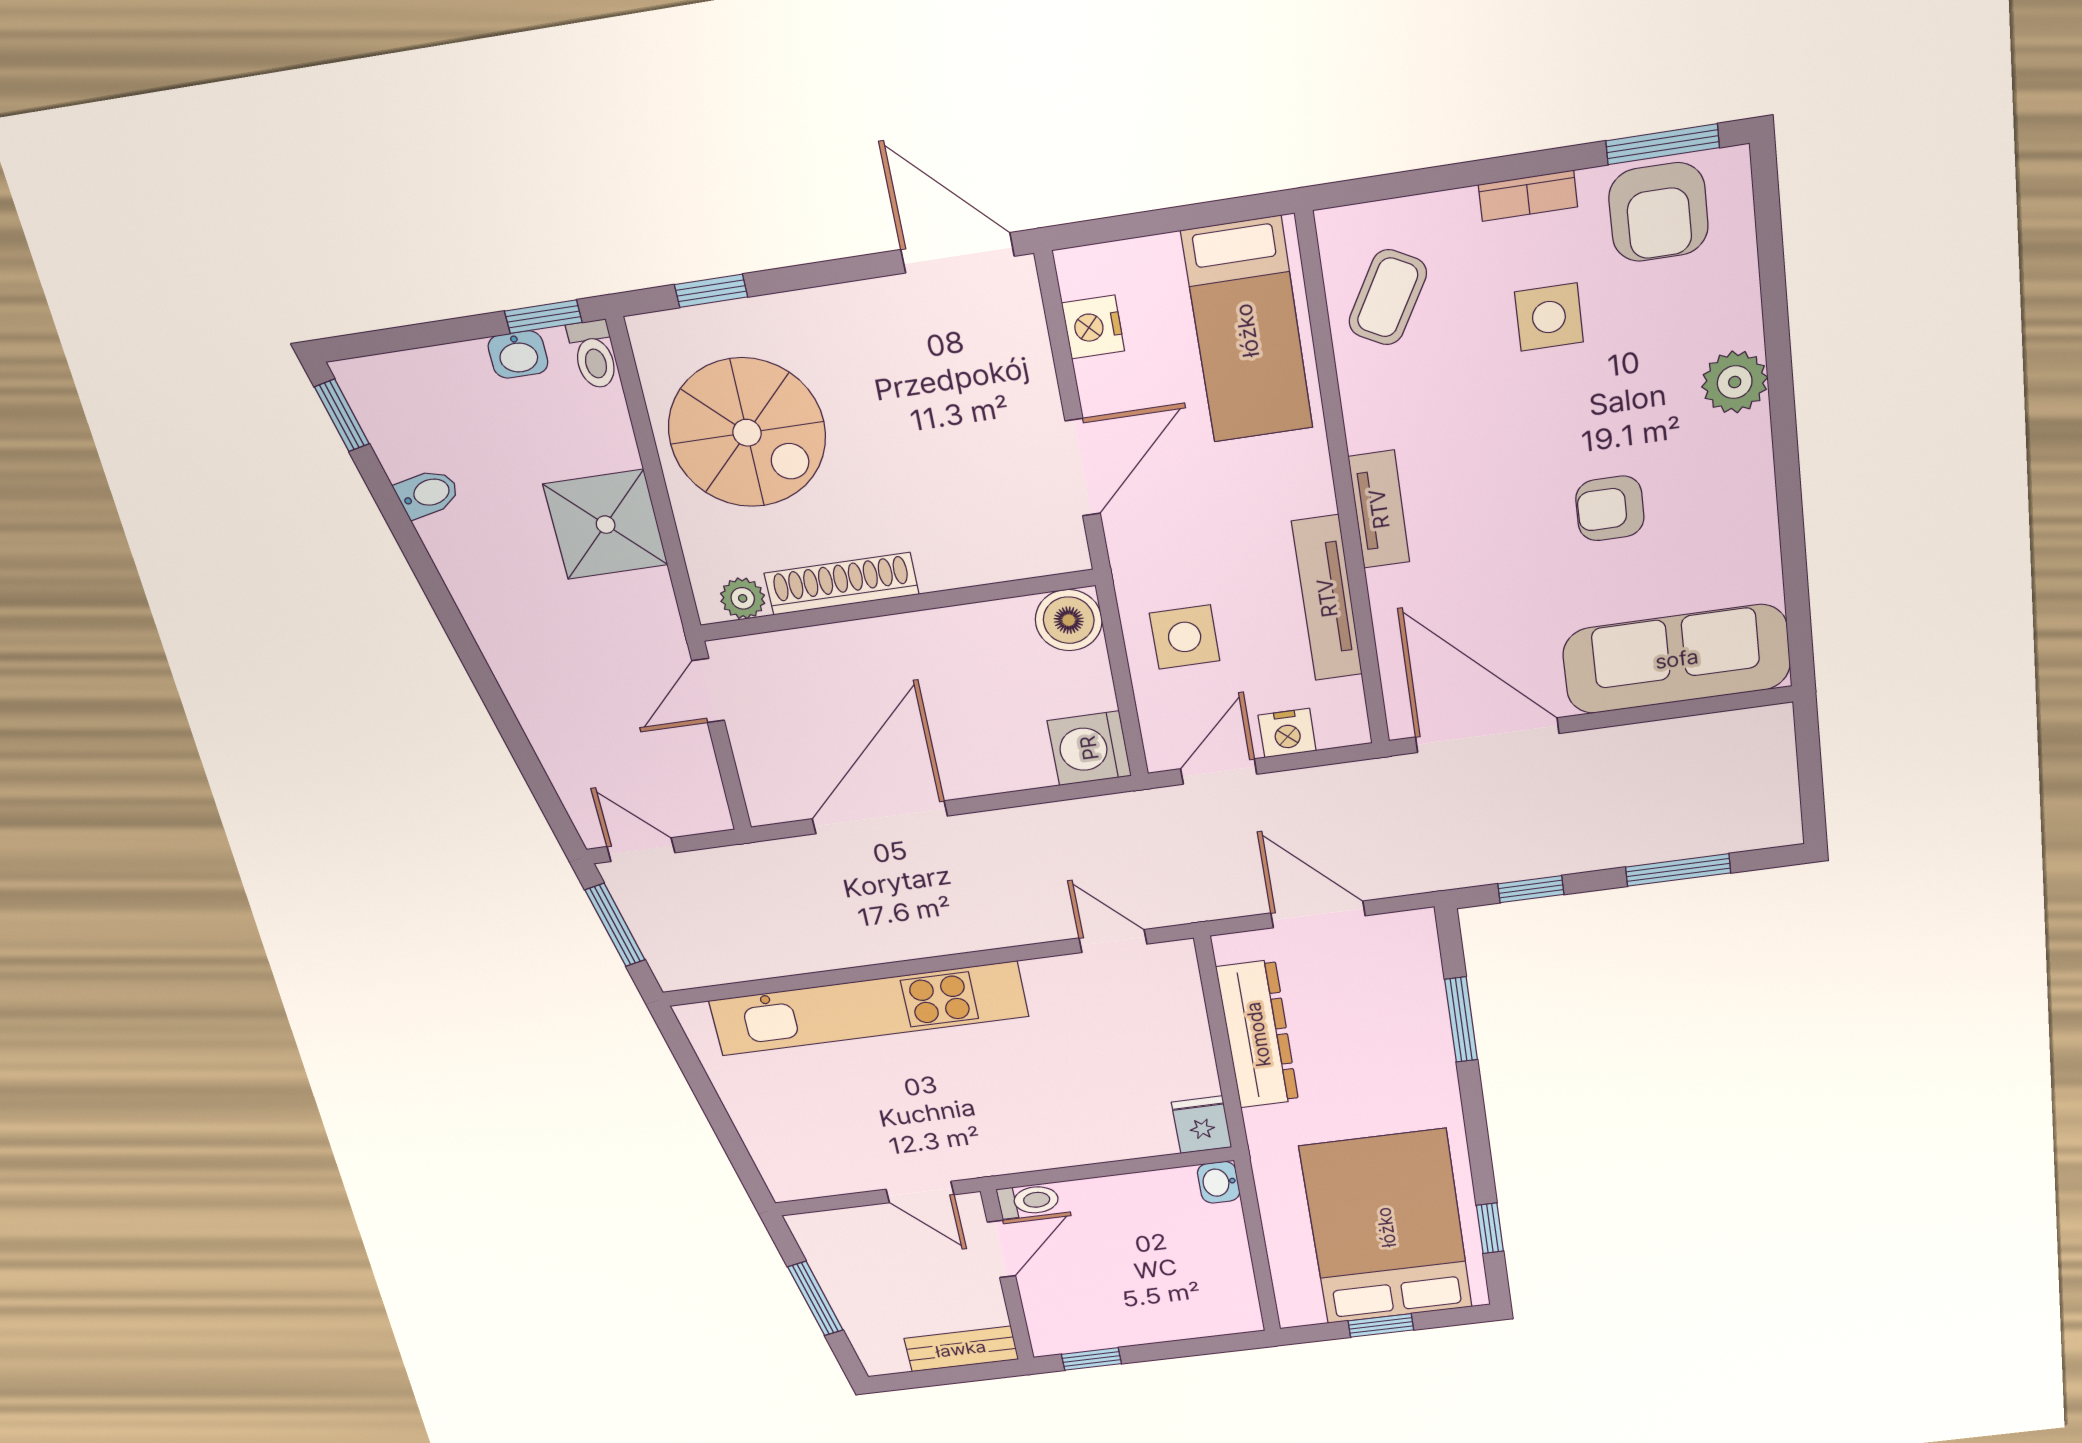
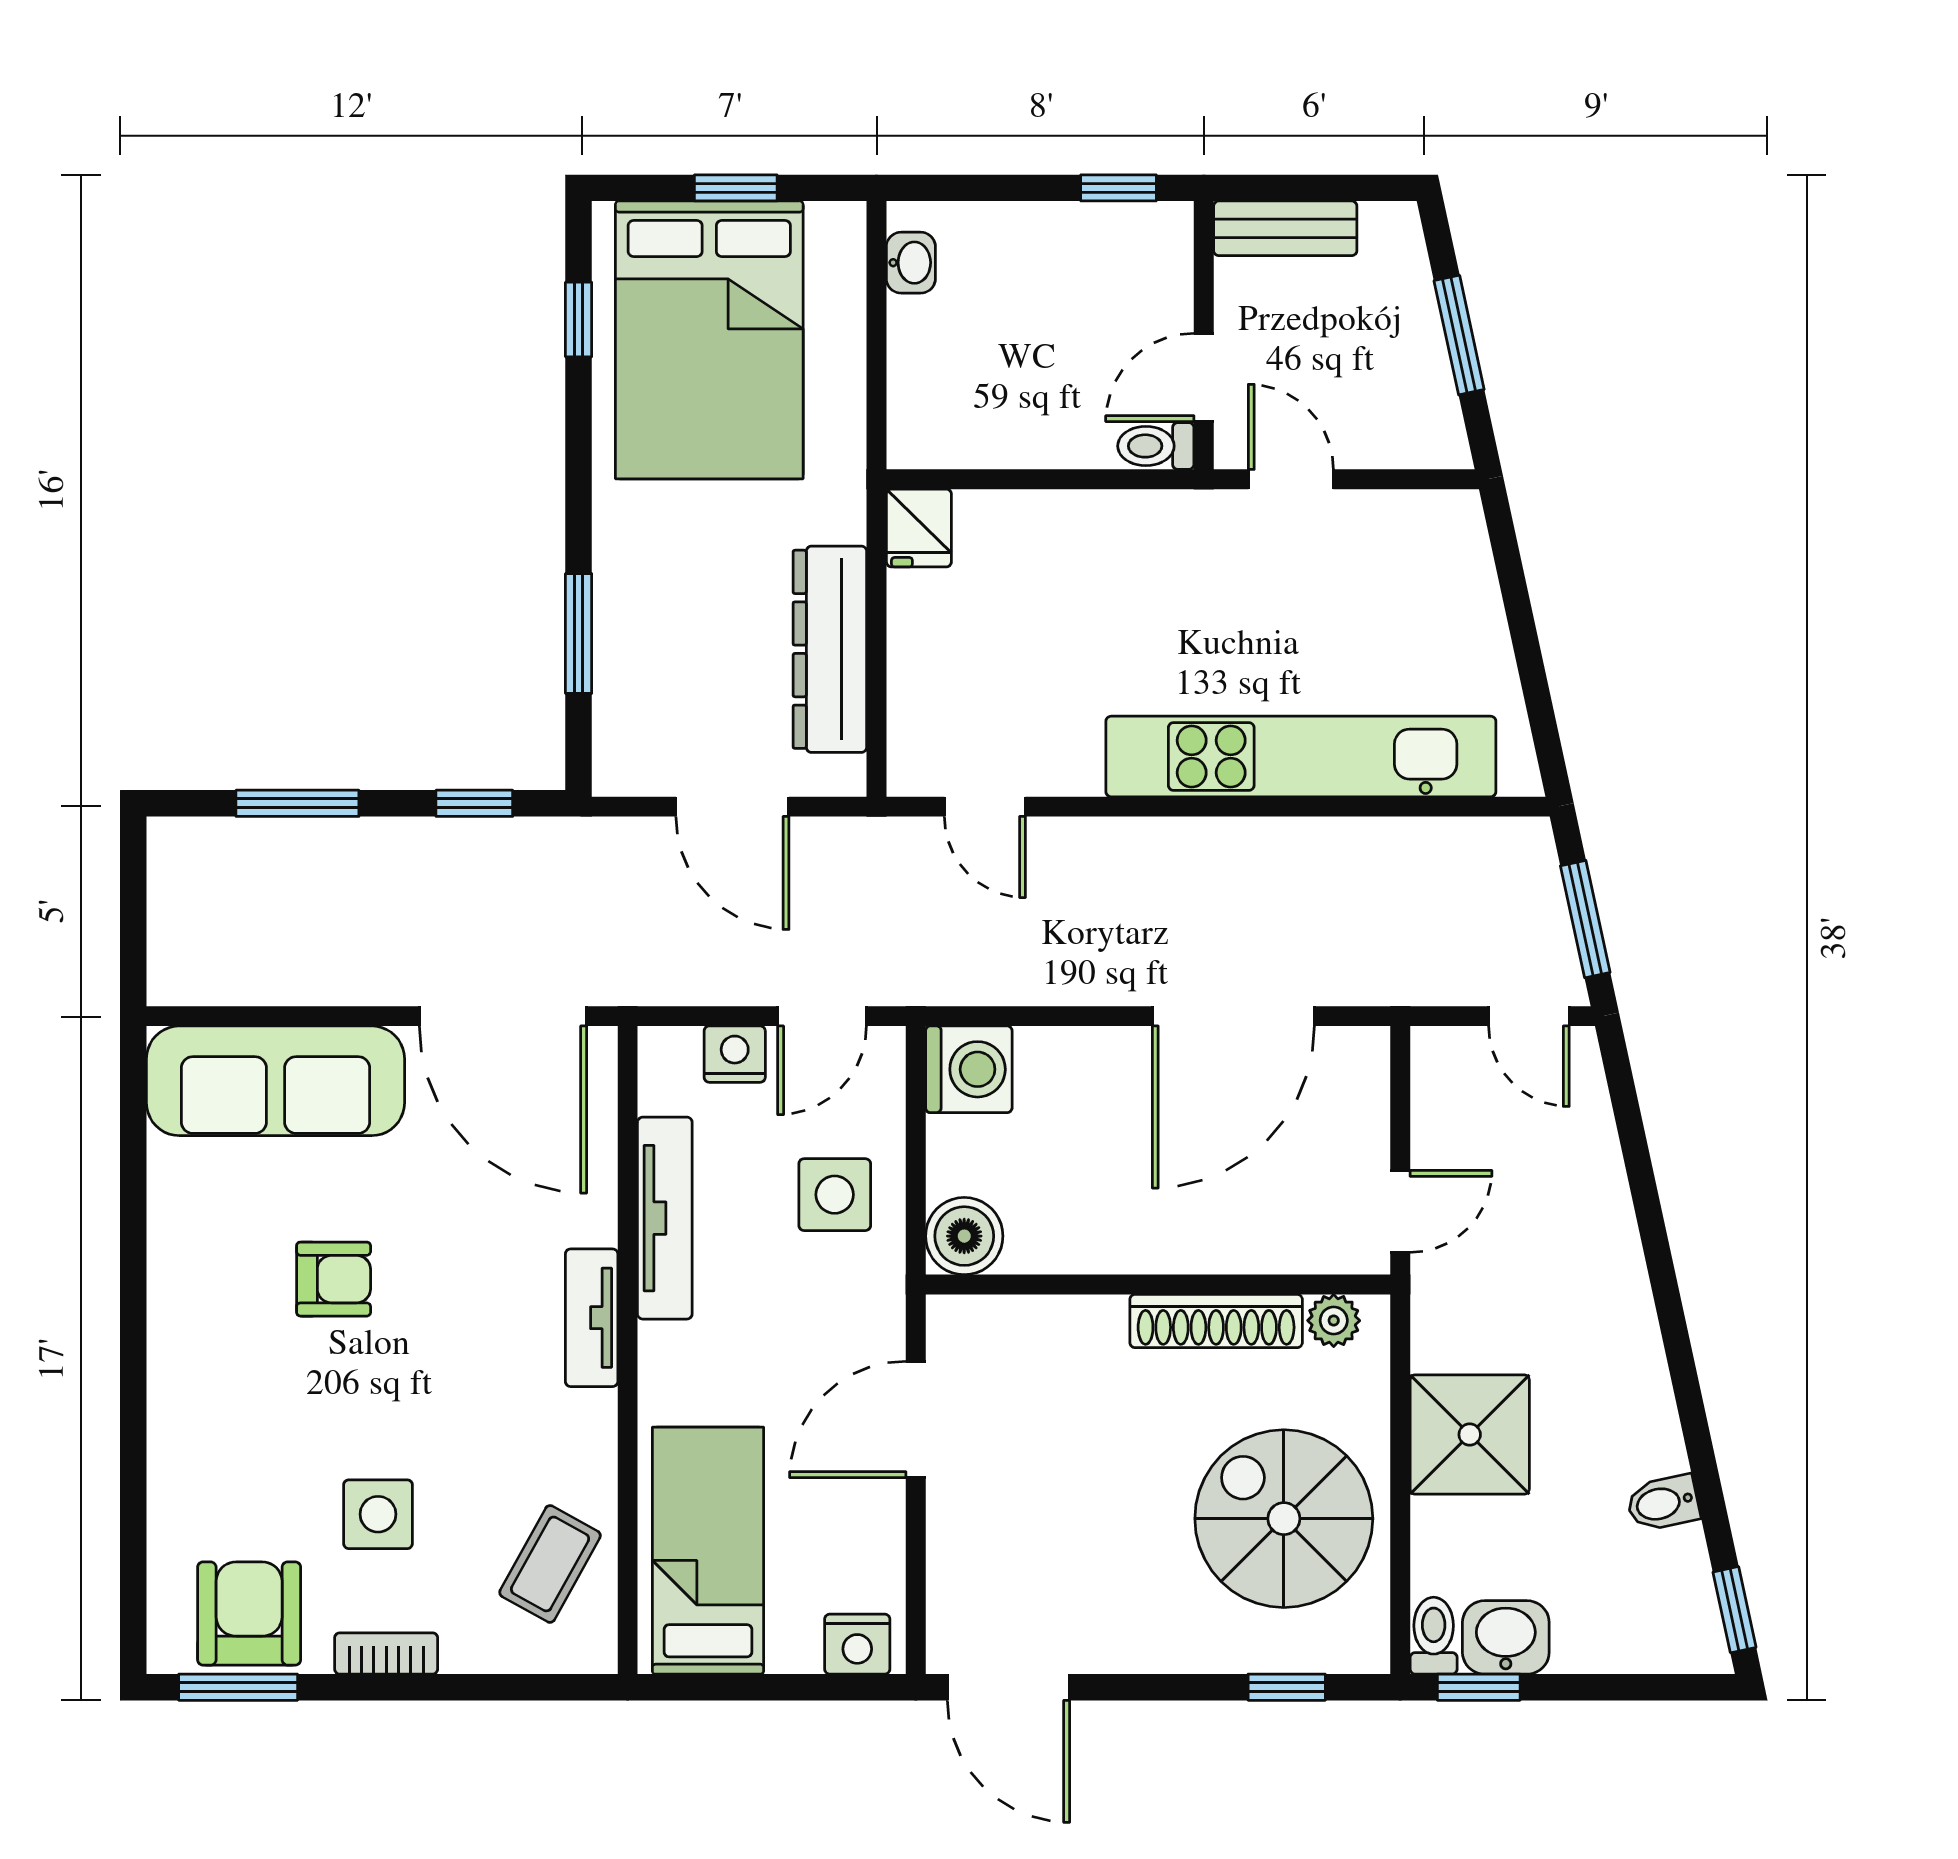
nightstand: (1093, 327) -> (857, 1644), moved, turned 90
washbasin: (518, 355) -> (1506, 1637), width x1.38, depth x1.45
plant: (1735, 382) -> (183, 1408), removed
washbasin: (1219, 1182) -> (911, 263), moved

